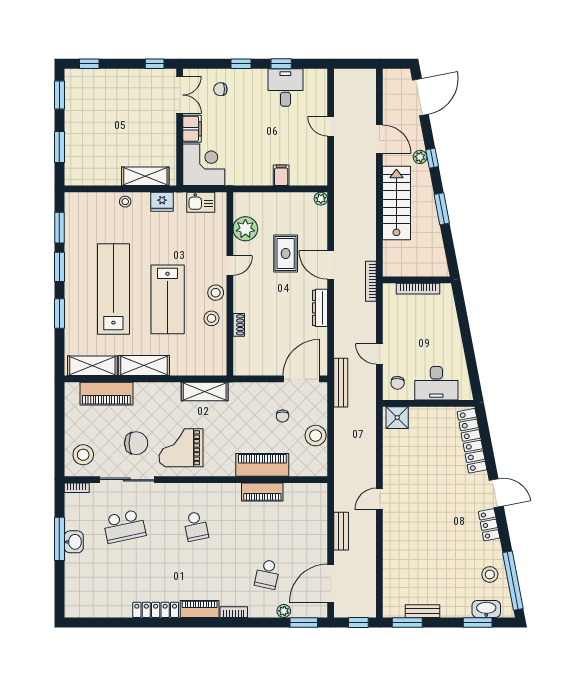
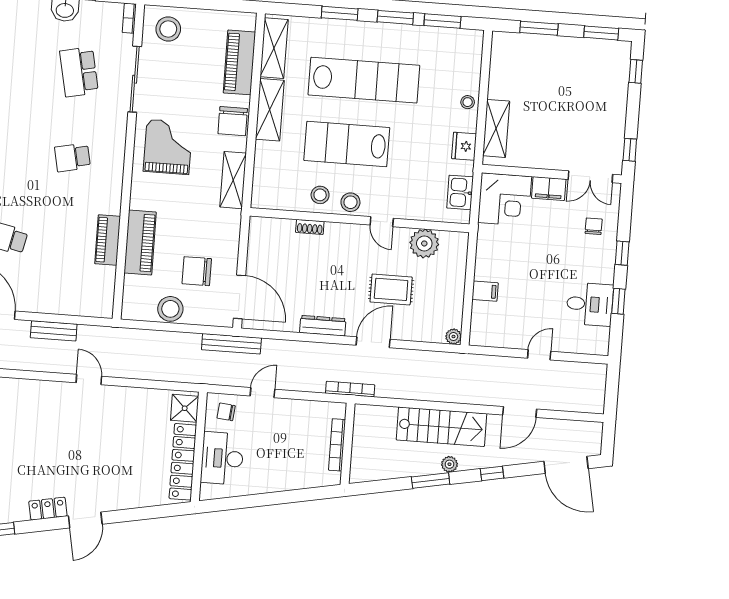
plant: (420, 157) -> (449, 464), moved
chair: (283, 416) -> (197, 271), width x1.87, depth x1.87
locker: (472, 441) -> (183, 462), moved, turned -79
chair: (136, 443) -> (233, 121), moved

